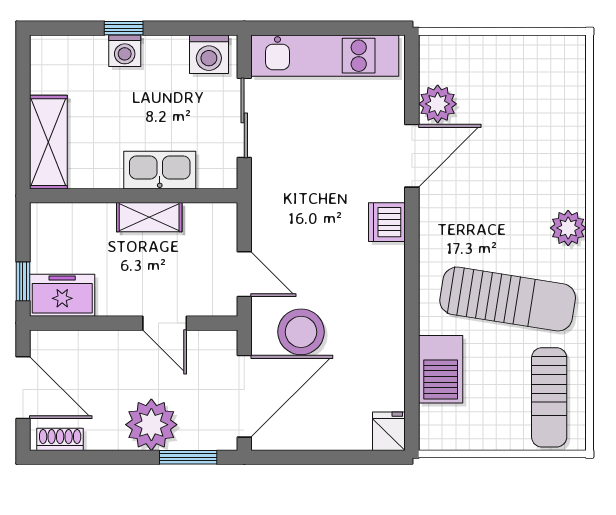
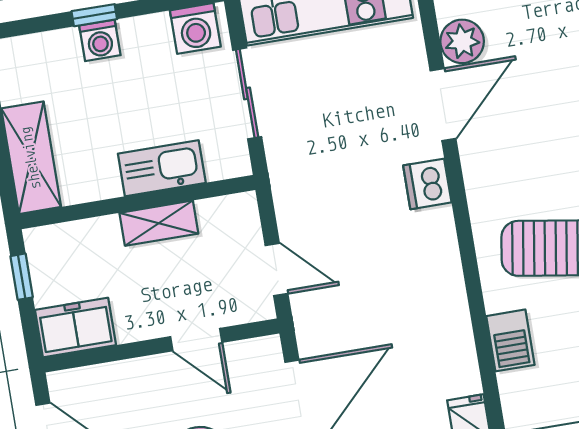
window: (23, 281) -> (22, 277), moved
stool: (301, 332) -> (351, 324), removed
barbecue: (441, 369) -> (510, 340), width x0.73, depth x0.79

